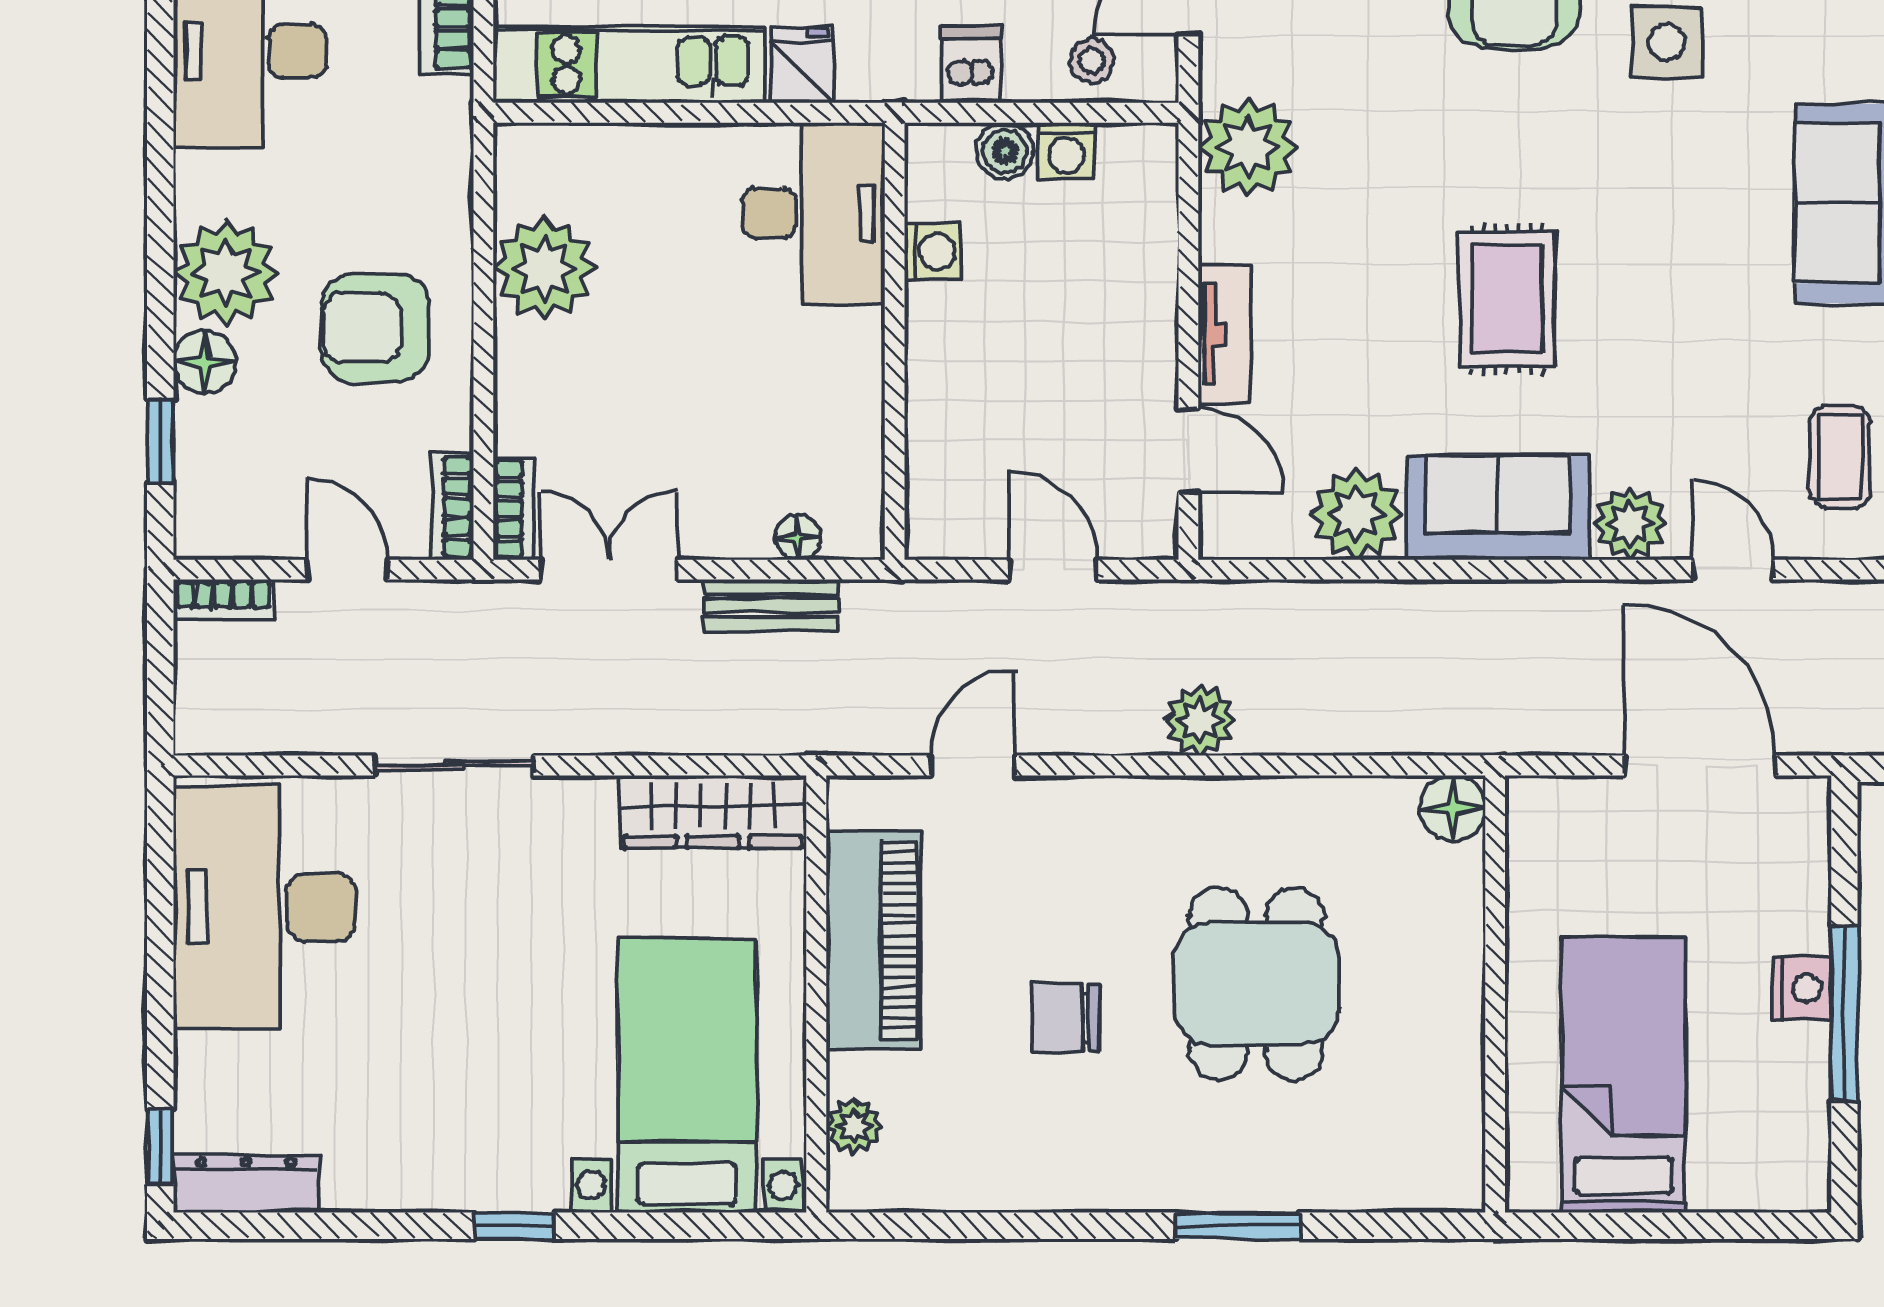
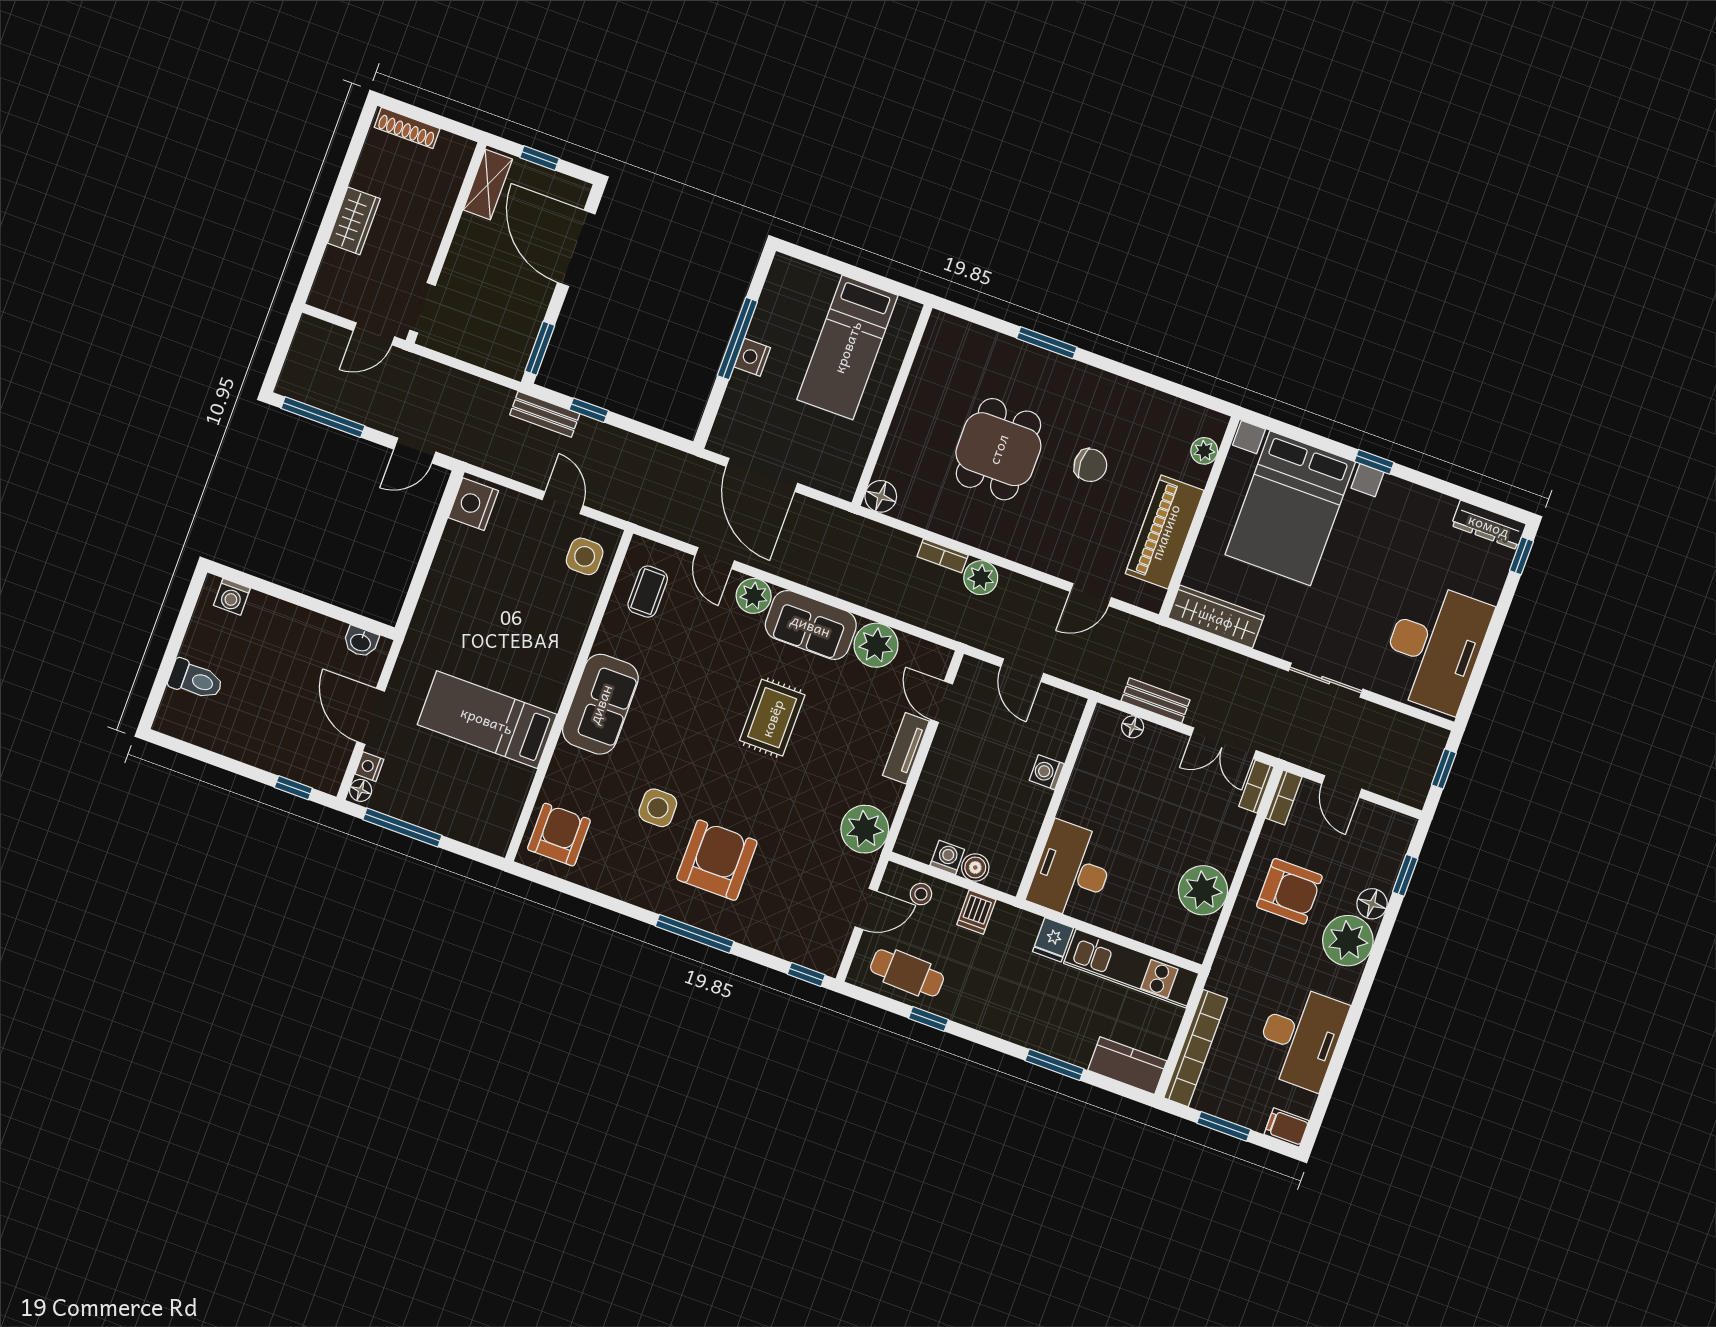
washing machine: (933, 252) -> (1047, 772), moved
bookcase: (223, 599) -> (943, 556), moved, turned 180
window: (160, 676) -> (1444, 769), added
bed with nightstands: (687, 1076) -> (1290, 508), width x1.36

